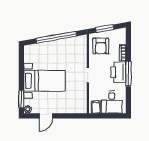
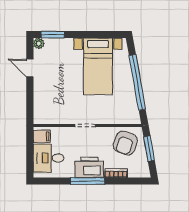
armchair: (101, 46) -> (125, 143), turned -70
bed with nightstands: (45, 81) -> (98, 66), moved

